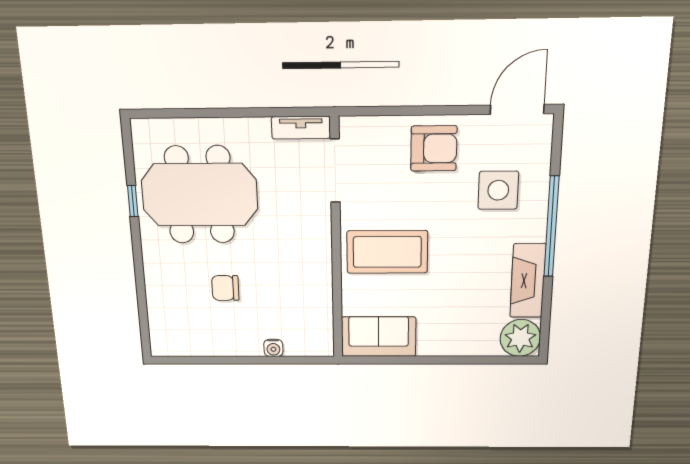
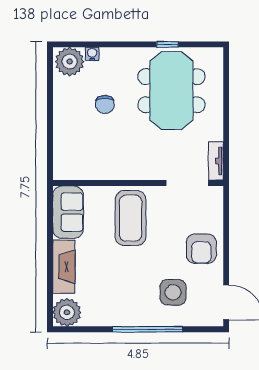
fireplace: (528, 281) -> (64, 267), moved, turned 90
chair: (225, 288) -> (105, 104), turned 180
plant: (169, 335) -> (70, 62), added
water cooler: (273, 348) -> (92, 54), moved, turned 90

